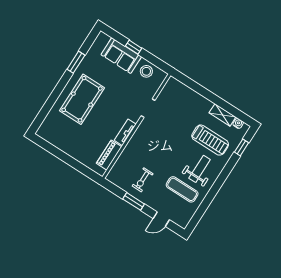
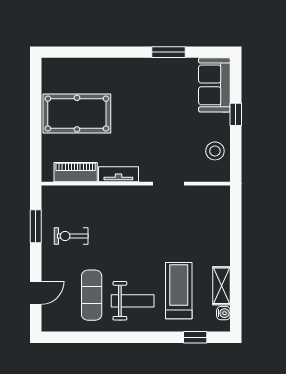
sofa: (121, 56) -> (214, 85), moved
pool table: (82, 99) -> (77, 114), moved
treadmill: (210, 140) -> (179, 291), turned 180
window: (134, 201) -> (36, 226), moved
door: (161, 219) -> (36, 293), swing flipped

